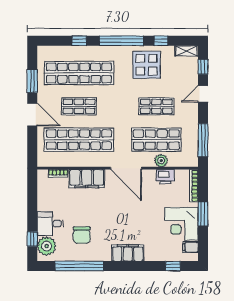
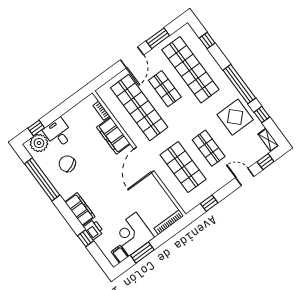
window: (79, 41) -> (207, 41), moved
window: (203, 140) -> (209, 203), width x0.46
plant: (161, 161) -> (170, 183), removed
printer: (165, 177) -> (94, 229), moved, turned 180
window: (203, 214) -> (142, 253), moved
chair: (82, 235) -> (67, 164), turned 66
window: (173, 266) -> (86, 238), moved

